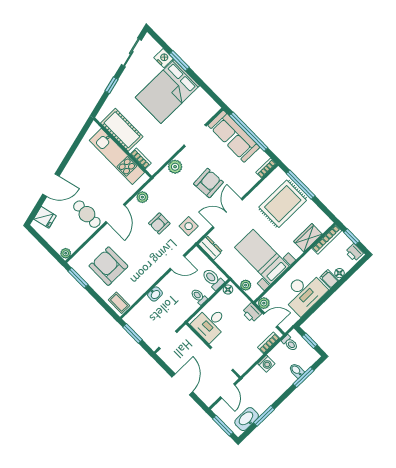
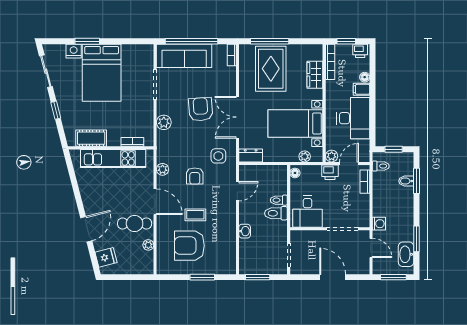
cot: (122, 130) -> (91, 138), width x0.73, depth x0.75
plant: (66, 253) -> (148, 245), moved
window: (78, 278) -> (202, 277), moved
toilet: (213, 279) -> (276, 213), moved
coffee table: (119, 303) -> (195, 215), moved
washing machine: (266, 364) -> (379, 224), moved

